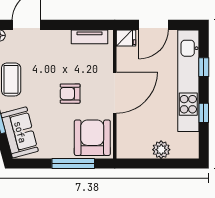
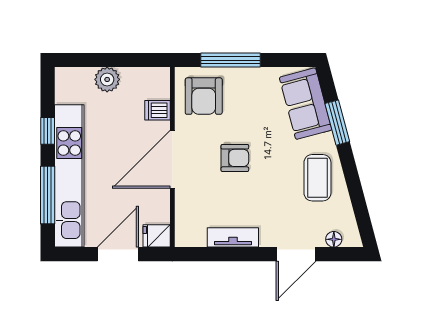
tv unit: (90, 37) -> (233, 237), moved
window: (204, 67) -> (48, 195), width x2.17
dishwasher: (125, 128) -> (157, 110), added
armchair: (92, 138) -> (204, 96), width x0.73, depth x0.73

